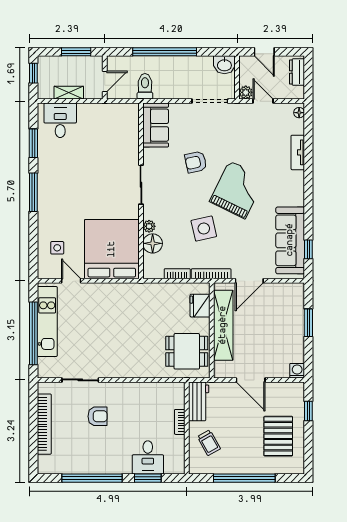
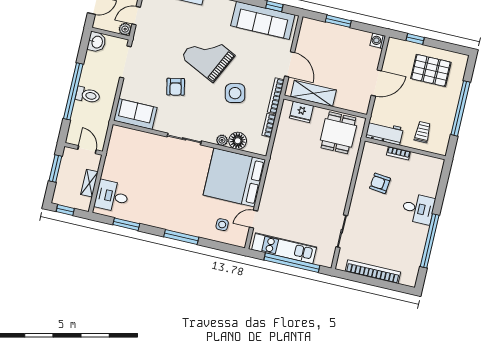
toilet: (145, 86) -> (88, 95), moved, turned 180
window: (33, 192) -> (181, 237), moved
shelving: (223, 325) -> (313, 93), width x0.68
armchair: (98, 416) -> (380, 183), moved, turned -84
trolley: (209, 443) -> (423, 132), turned -61
desk: (148, 457) -> (418, 209), moved
window: (148, 478) -> (441, 192), removed

